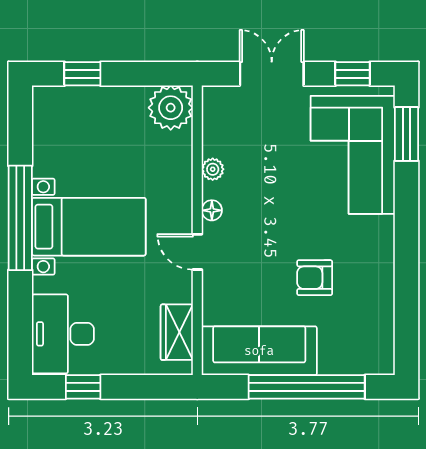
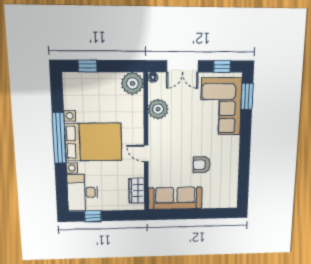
double door: (272, 74) -> (182, 66), swing flipped
plant: (213, 169) -> (158, 109), width x1.87, depth x1.87
floor lamp: (212, 210) -> (153, 77), moved
bed with nightstands: (89, 227) -> (93, 142), width x1.36
window: (307, 387) -> (197, 214), removed

